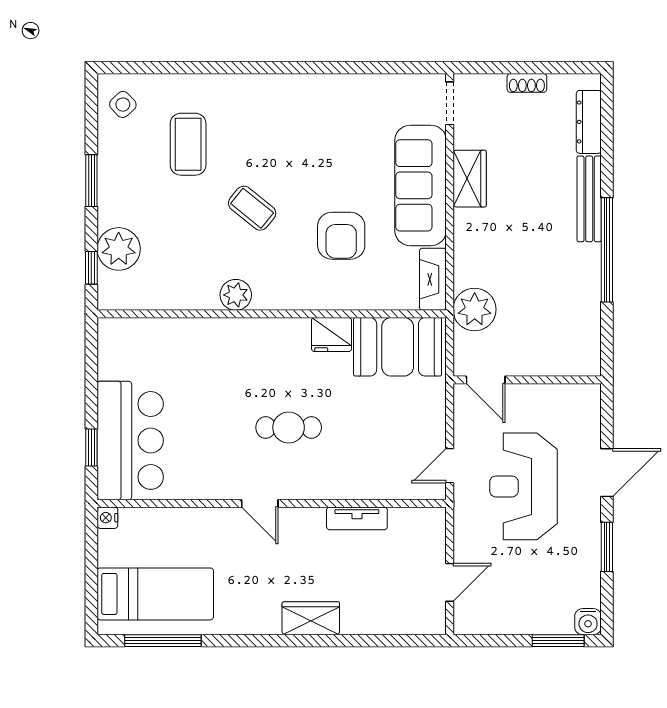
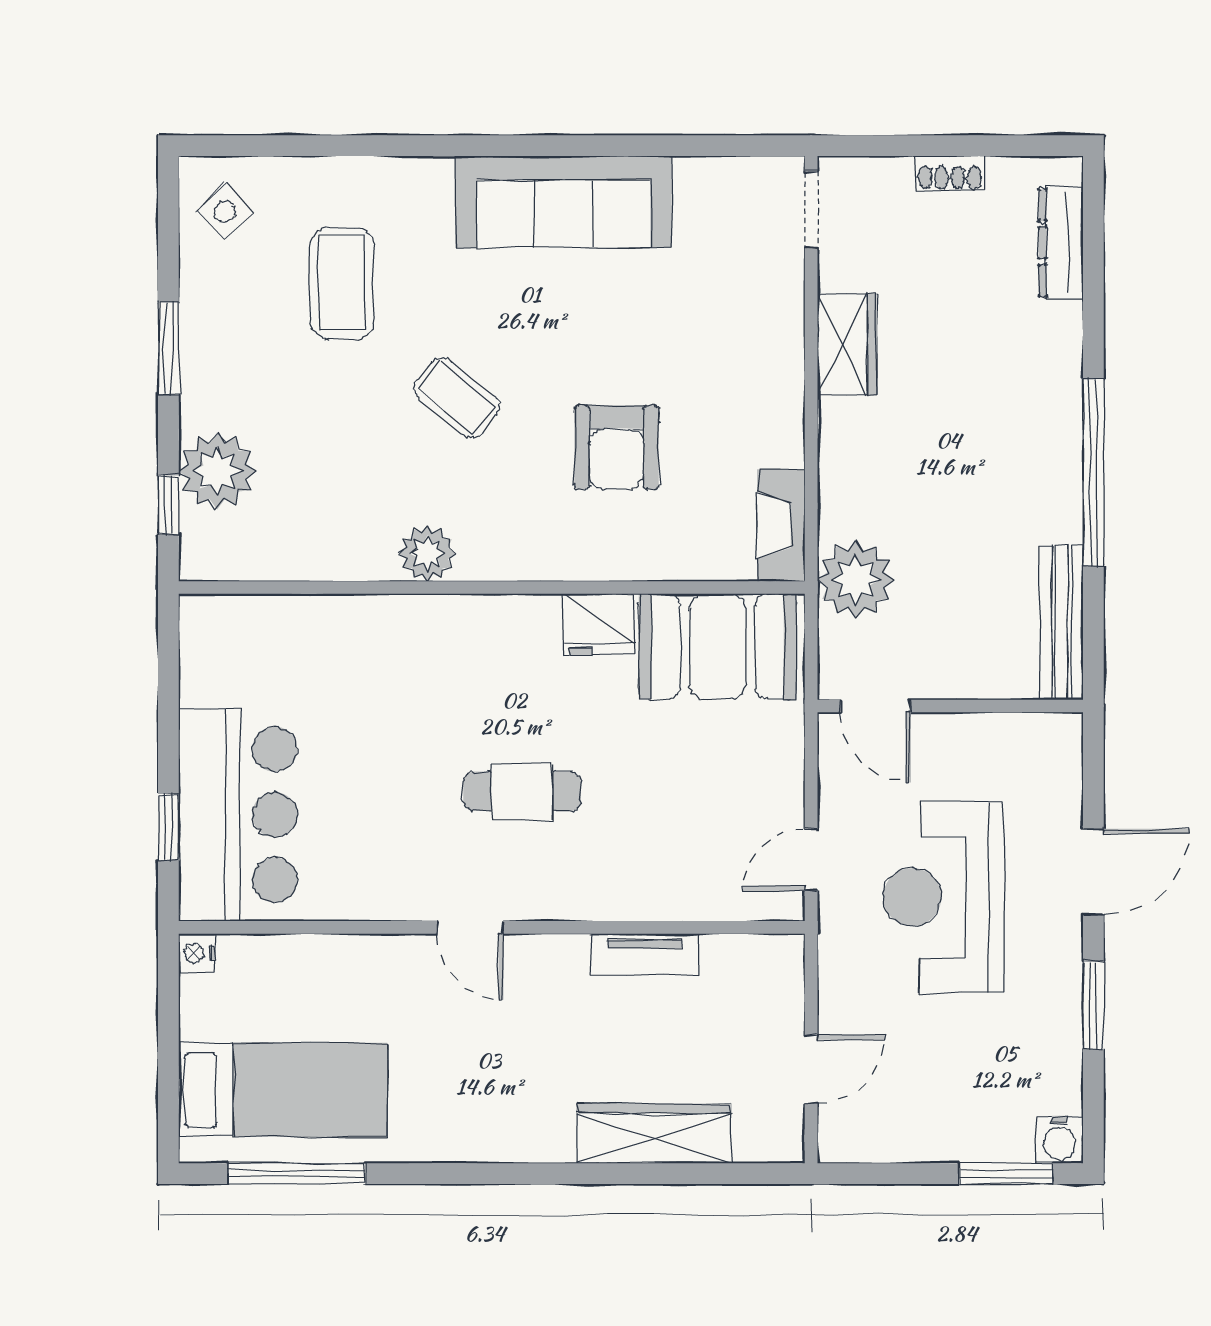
sofa: (421, 185) -> (563, 202), moved, turned -90
bench: (589, 199) -> (1061, 623), moved
wardrobe: (311, 618) -> (654, 1133), moved, width x1.50

